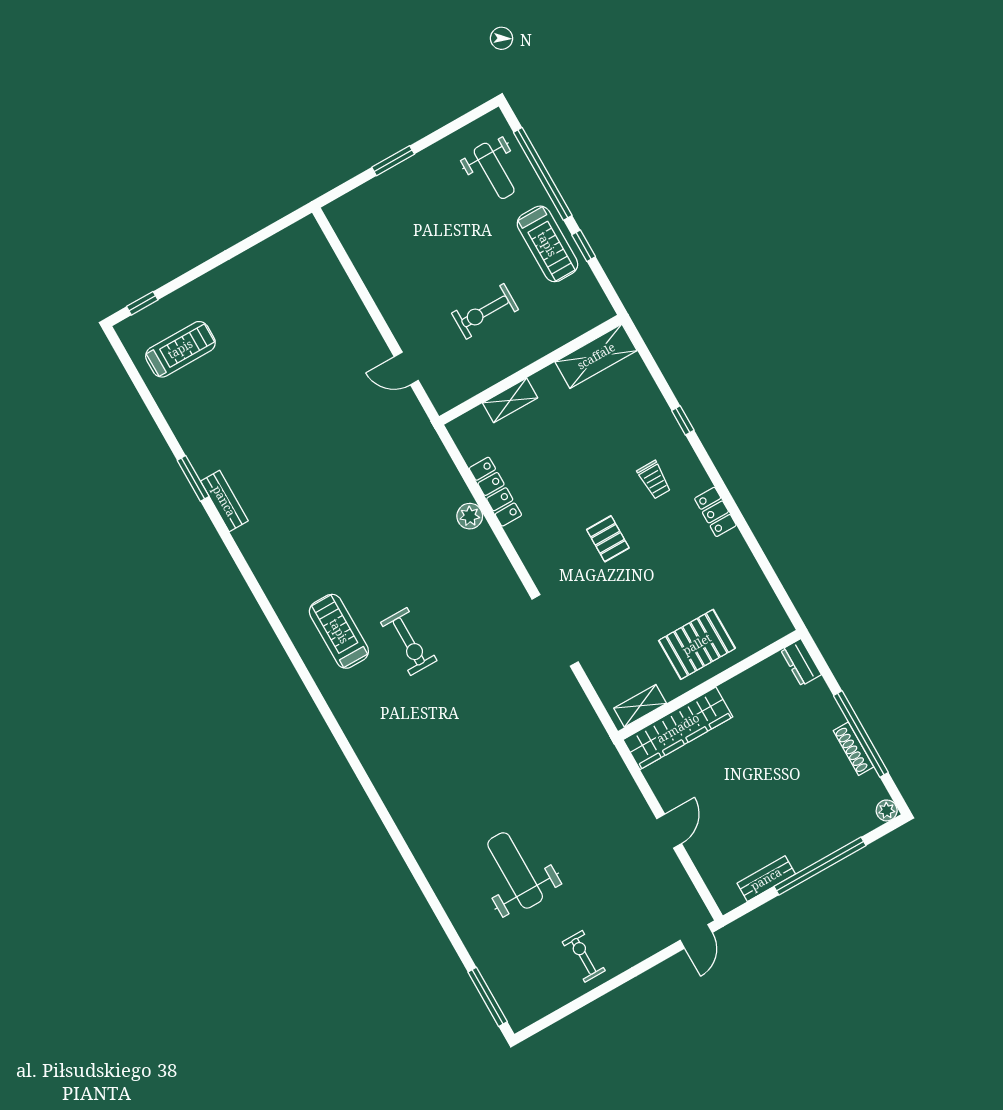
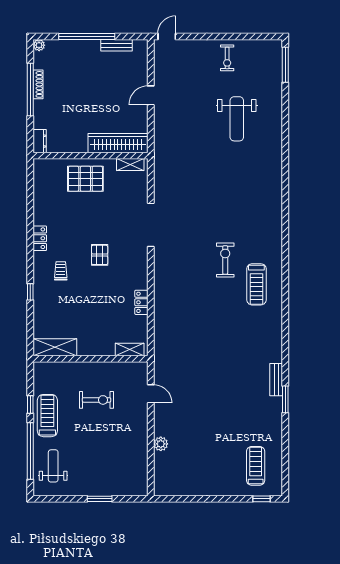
treadmill: (180, 349) -> (256, 466), turned 90
shelving: (510, 400) -> (130, 350), moved
locker: (495, 492) -> (141, 302), width x0.66
plant: (470, 516) -> (161, 444), moved

